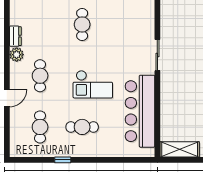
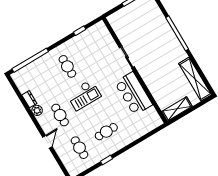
checkout: (93, 84) -> (84, 95), moved
bar counter: (140, 111) -> (134, 93), width x0.73

